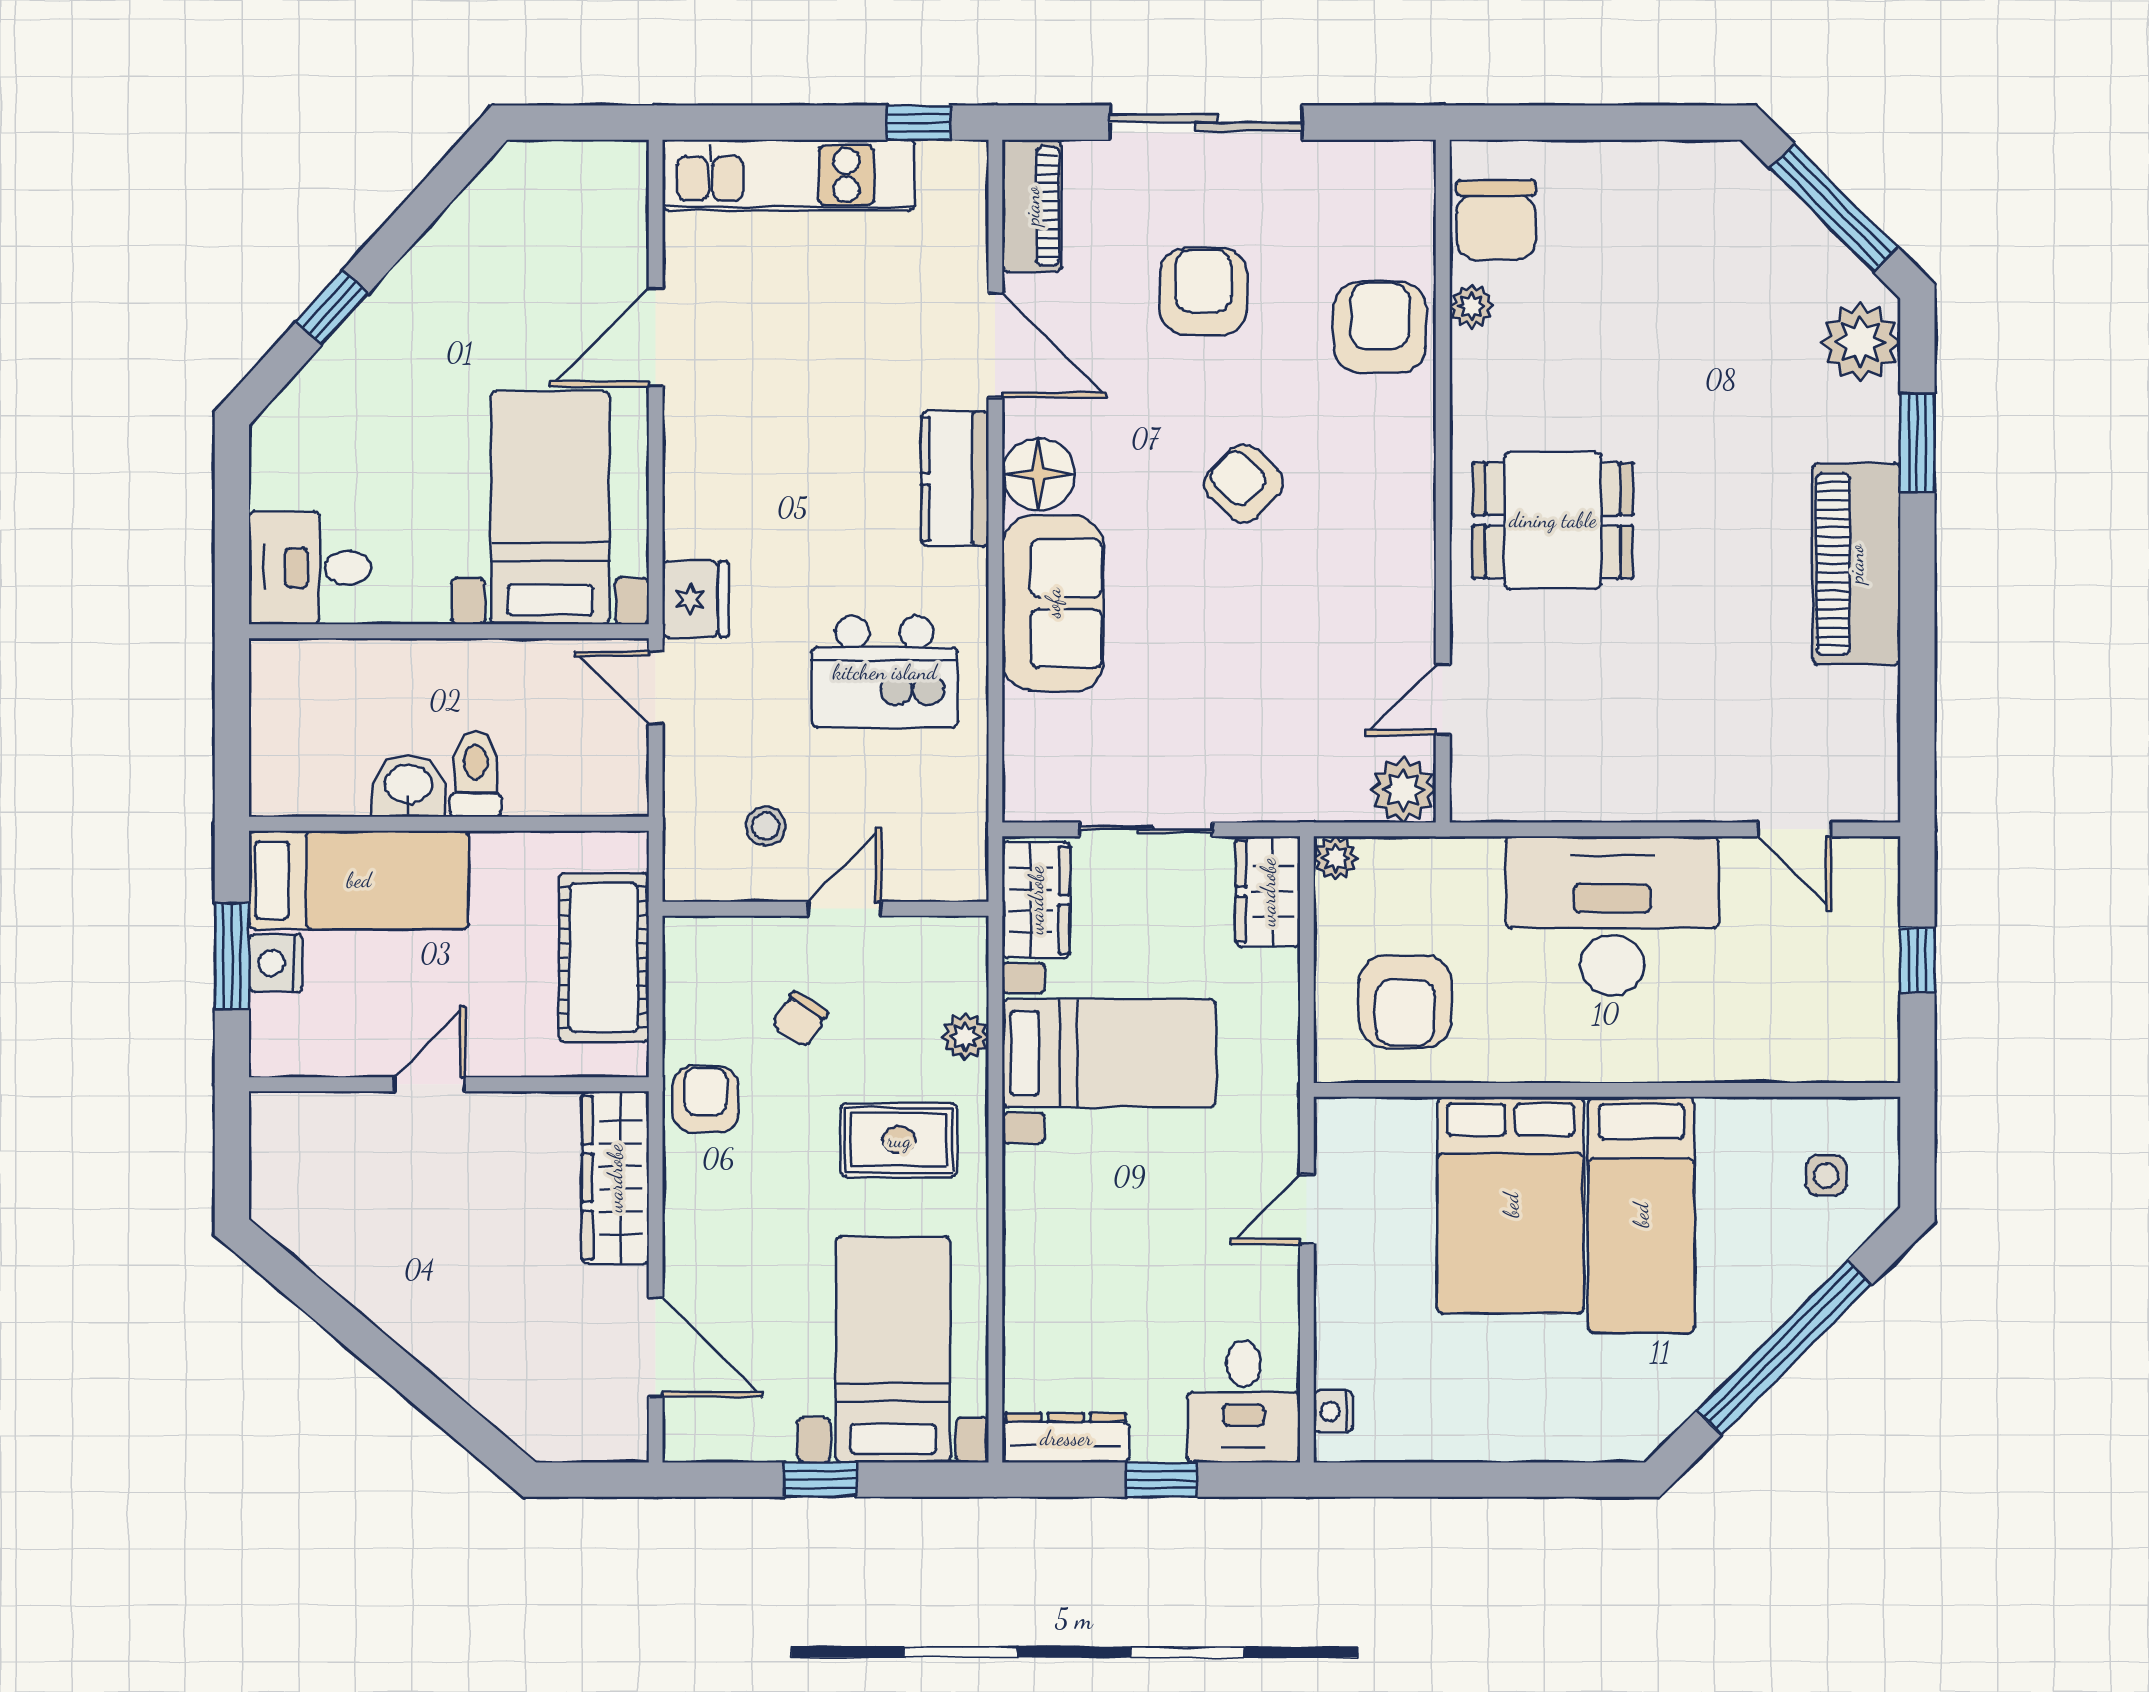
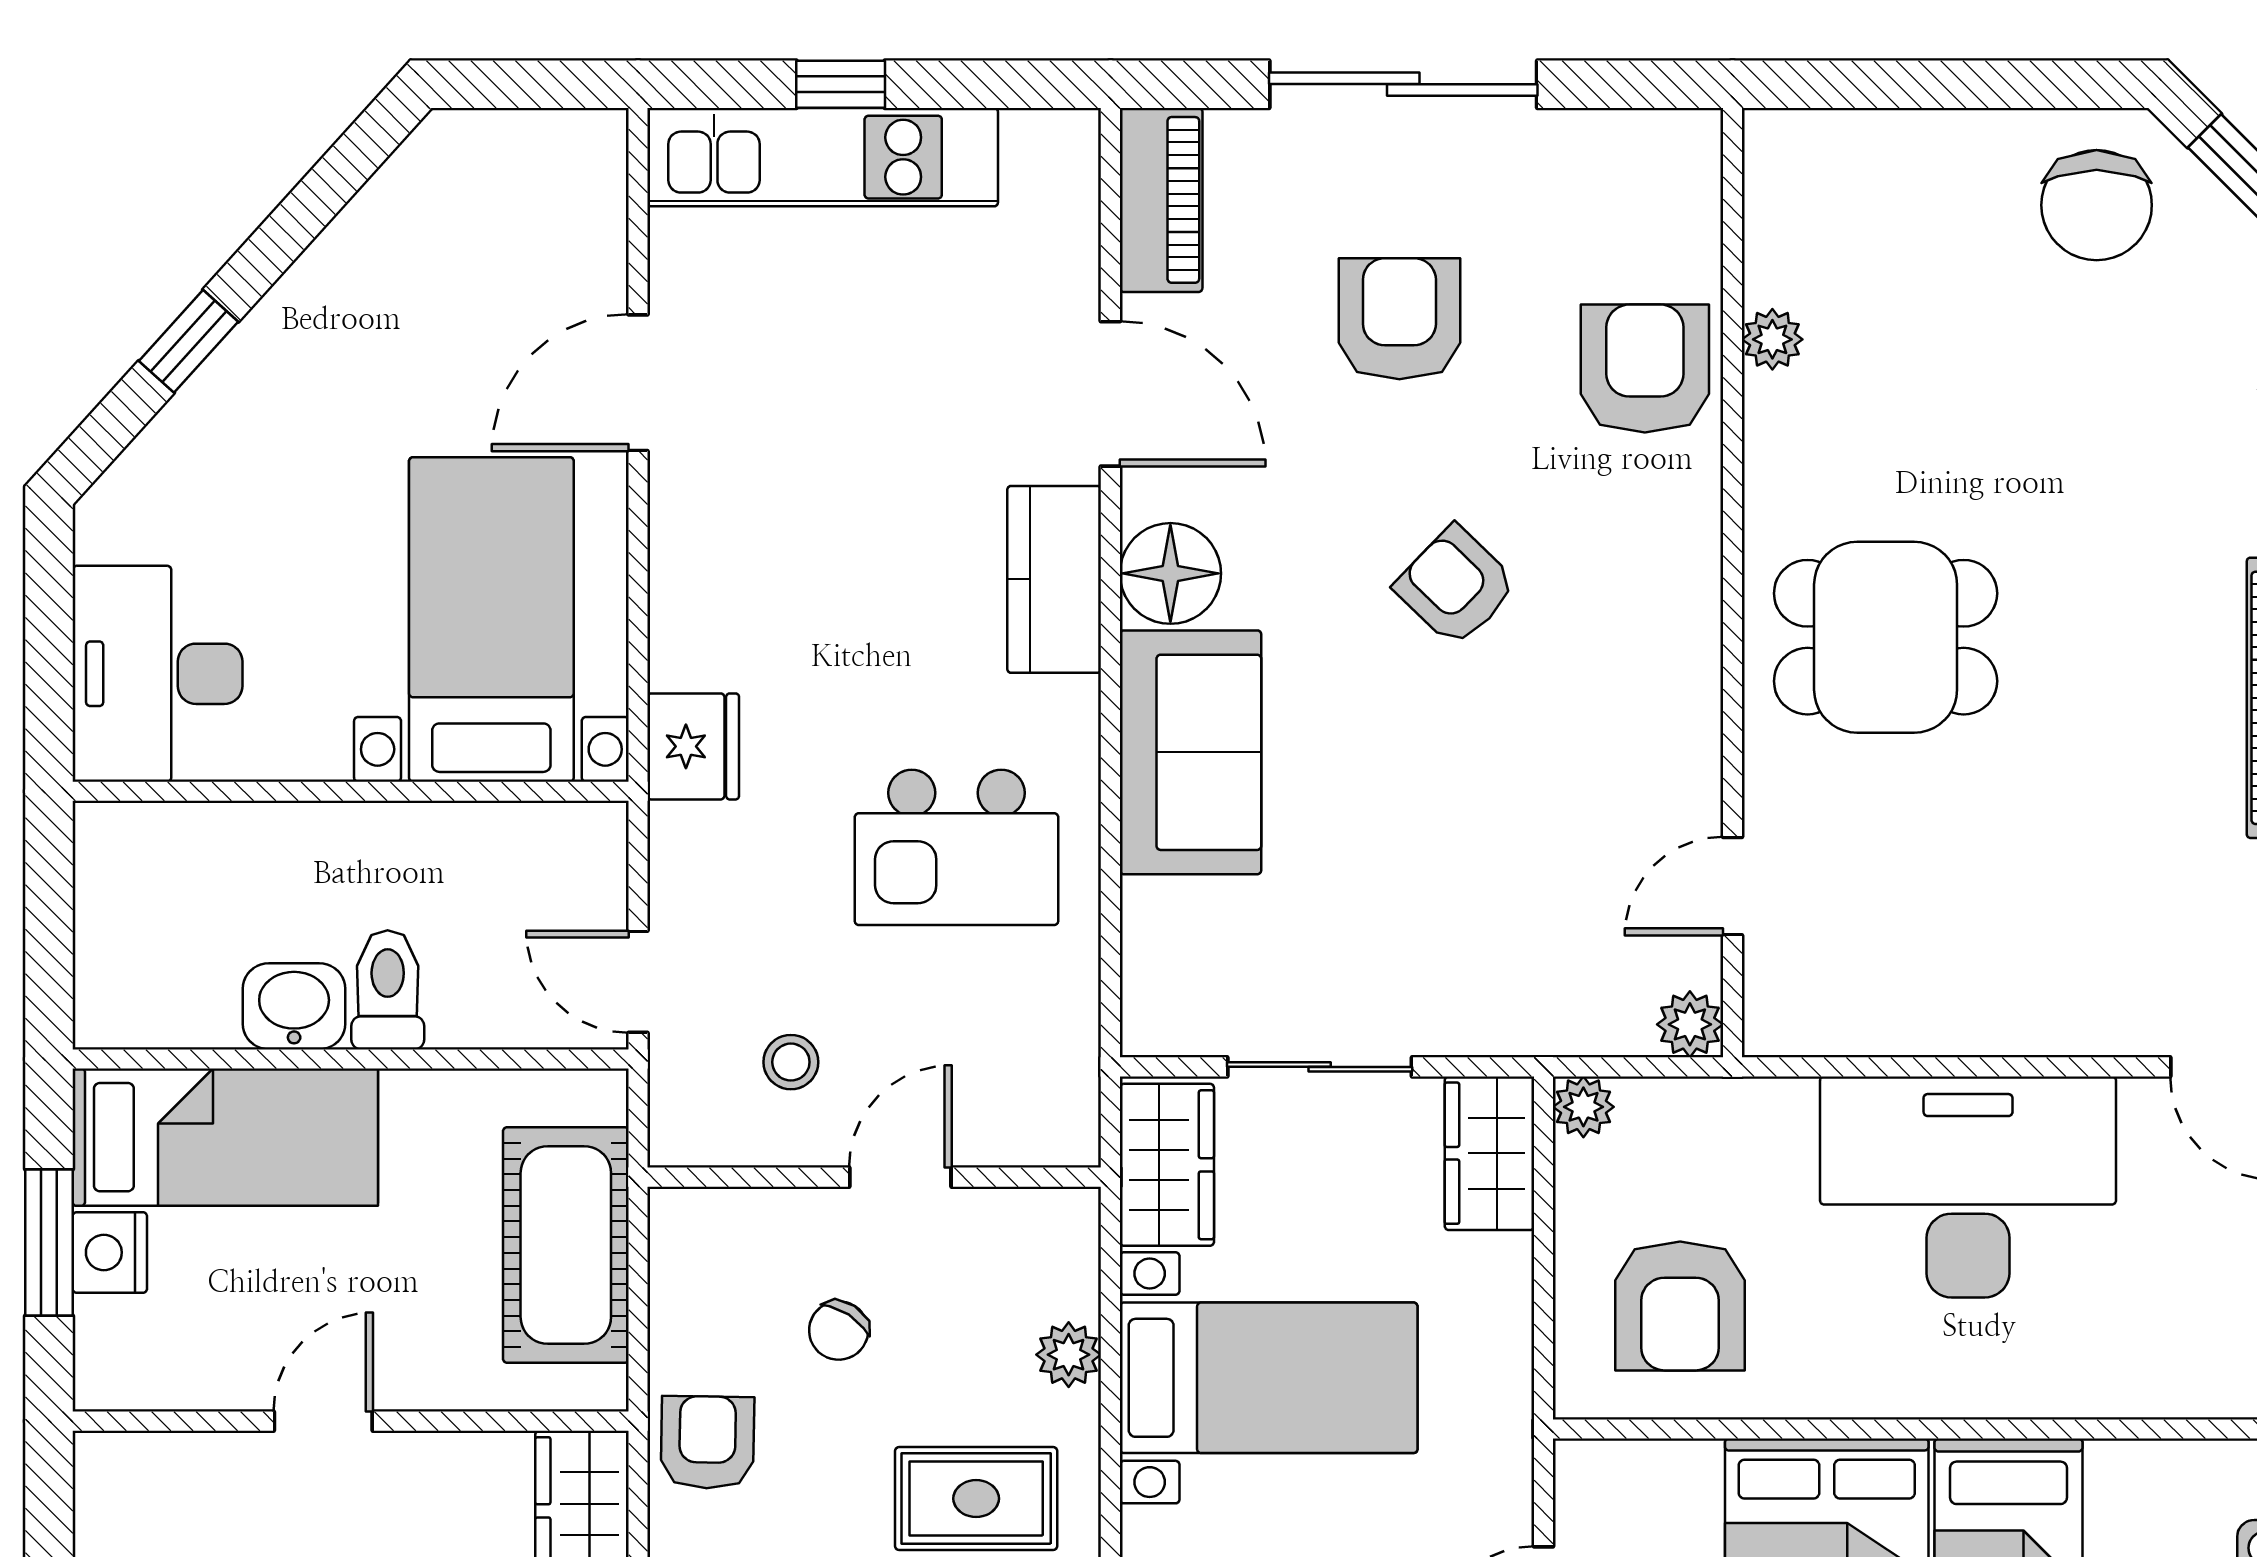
window: (918, 123) -> (841, 84), moved
chair: (1496, 220) -> (2097, 205), moved
desk: (310, 568) -> (158, 674), width x1.37
door: (656, 688) -> (638, 982), moved
plant: (1403, 790) -> (1690, 1024), width x0.73, depth x0.73

